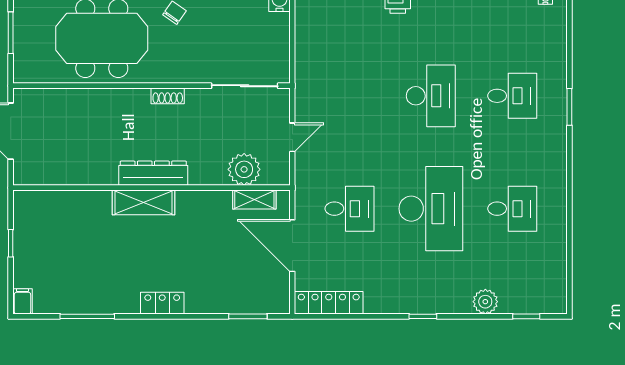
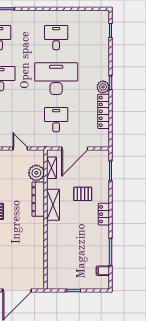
dresser: (153, 173) -> (38, 199), moved
shelving: (143, 202) -> (53, 205), moved
pallet: (202, 261) -> (83, 194), added
filing cabinet: (22, 301) -> (103, 271), moved
plant: (485, 302) -> (103, 87), moved
locker: (329, 303) -> (104, 111), moved

